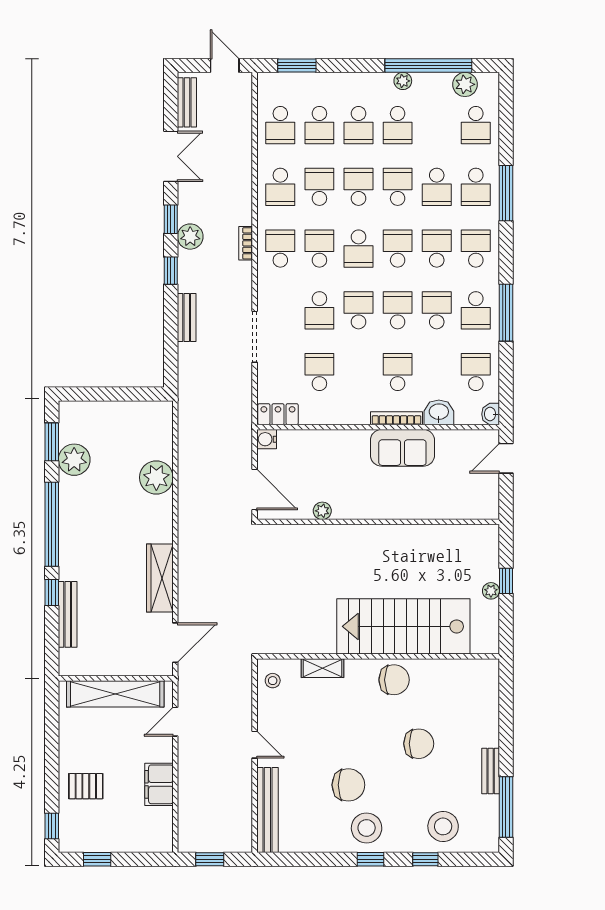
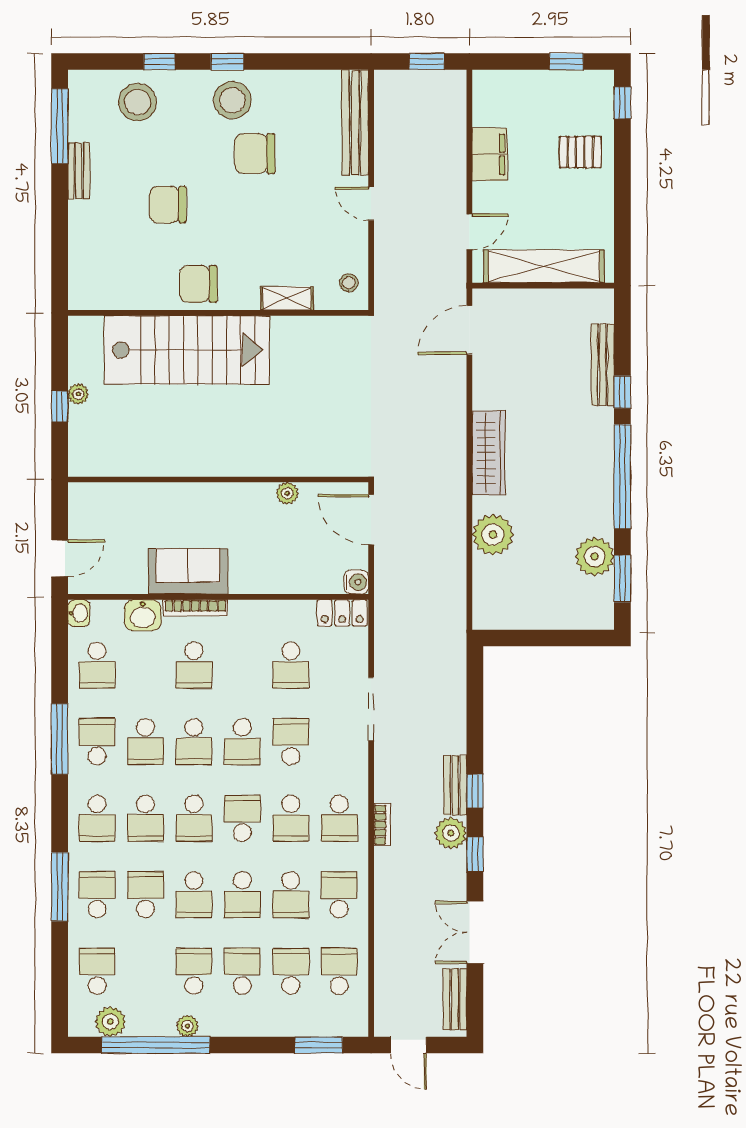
bench: (187, 317) -> (455, 785), moved
wardrobe: (160, 578) -> (489, 453), moved

